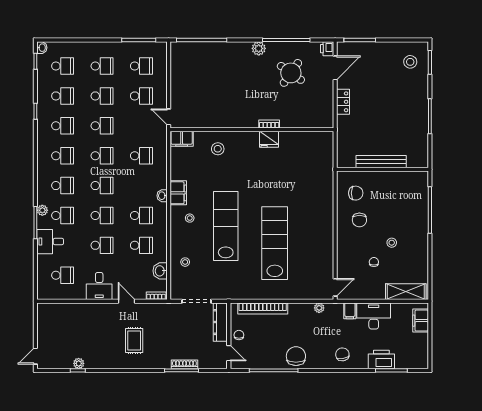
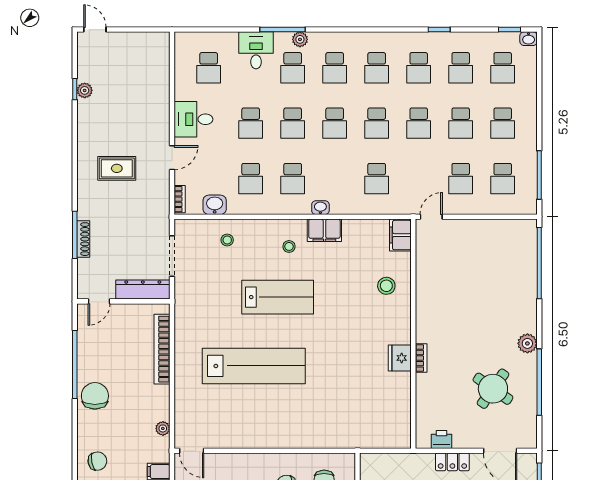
printer: (327, 49) -> (441, 440), moved
lab bench: (226, 226) -> (278, 297), width x0.73
chair: (239, 335) -> (125, 316), removed
chair: (296, 356) -> (95, 396), turned -90

